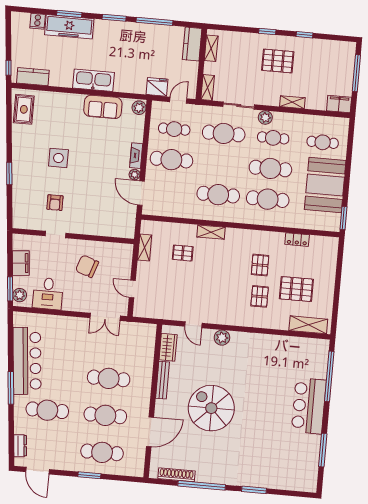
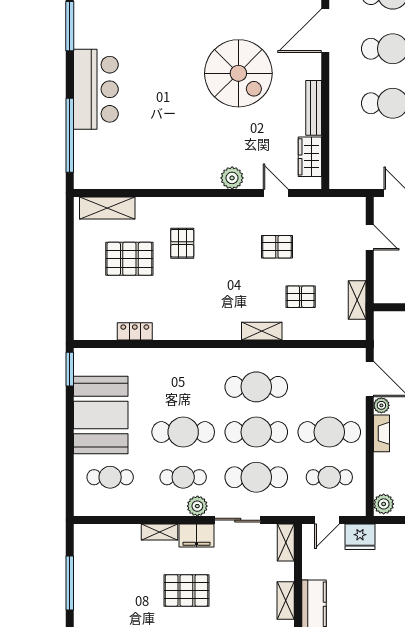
filing cabinet: (339, 104) -> (197, 536), moved
cafe table: (268, 199) -> (256, 432), moved
pallet: (260, 265) -> (277, 247), moved, turned 90

